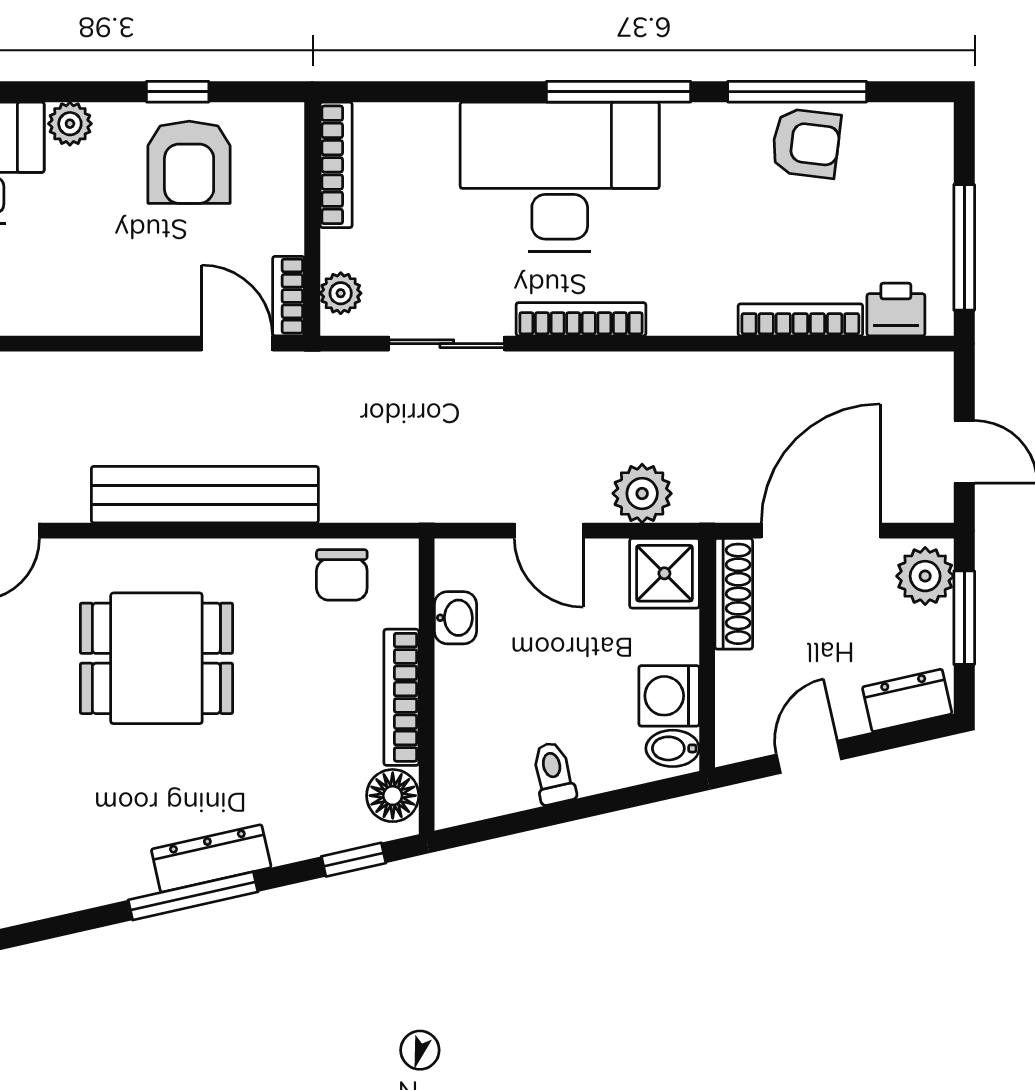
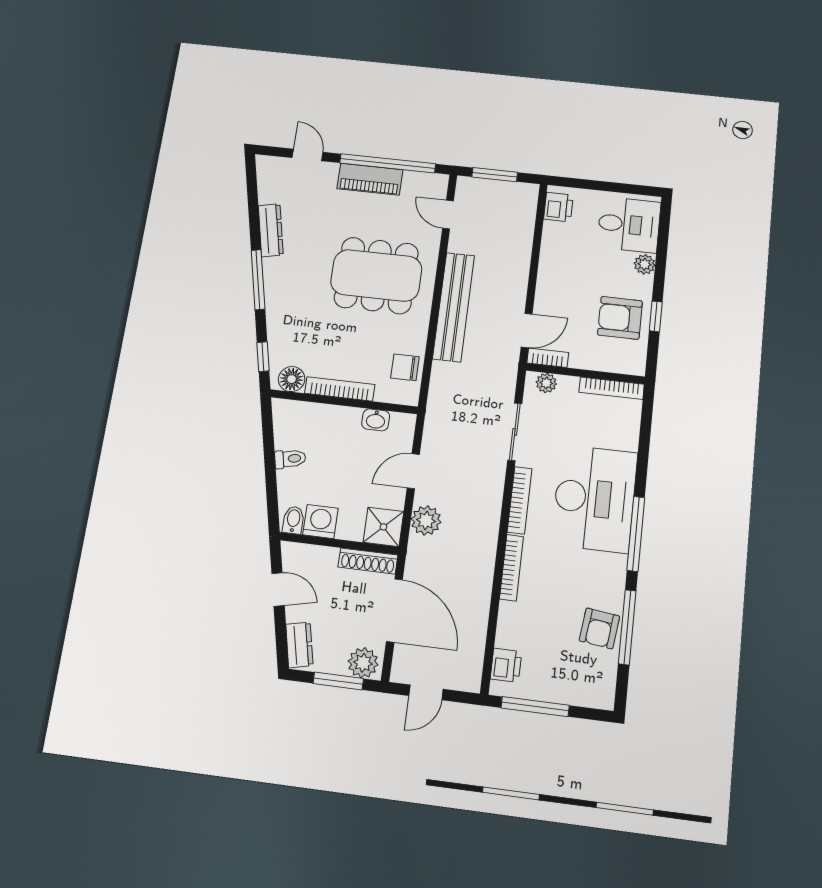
bookcase: (800, 320) -> (512, 568), moved
dining table: (156, 658) -> (376, 275), width x1.38
dresser: (211, 858) -> (271, 230), moved

